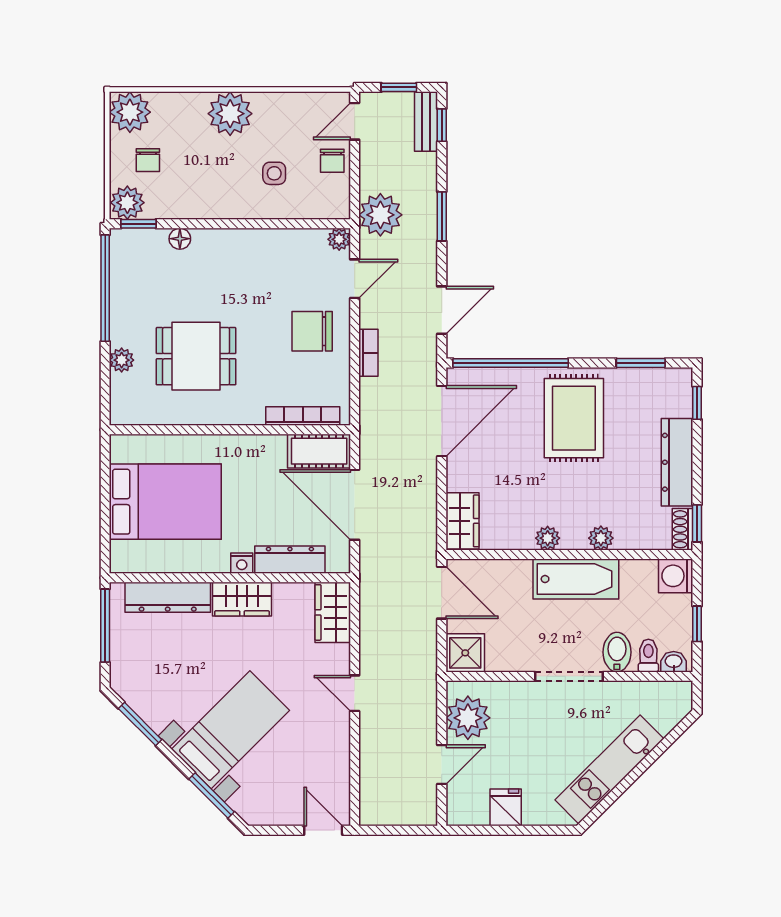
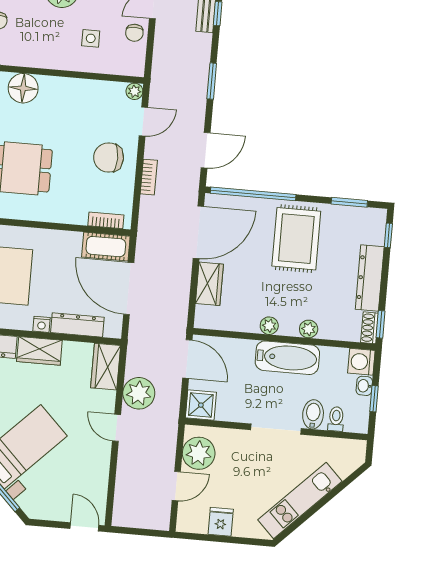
plant: (380, 215) -> (139, 393), moved
floor lamp: (180, 239) -> (23, 88), width x1.89, depth x1.89
bookcase: (303, 416) -> (106, 220), width x0.64
wardrobe: (462, 521) -> (209, 284), moved
washbasin: (674, 662) -> (364, 386), moved, turned -90

